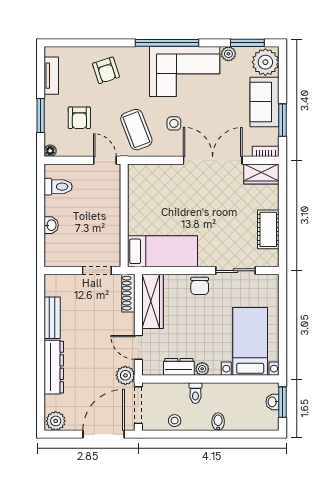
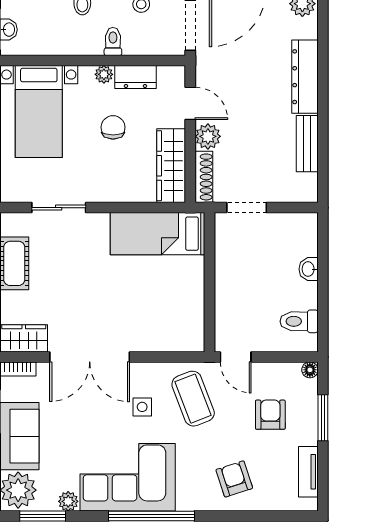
chair: (200, 286) -> (113, 127), moved
plant: (125, 375) -> (208, 136), moved

